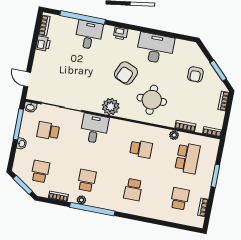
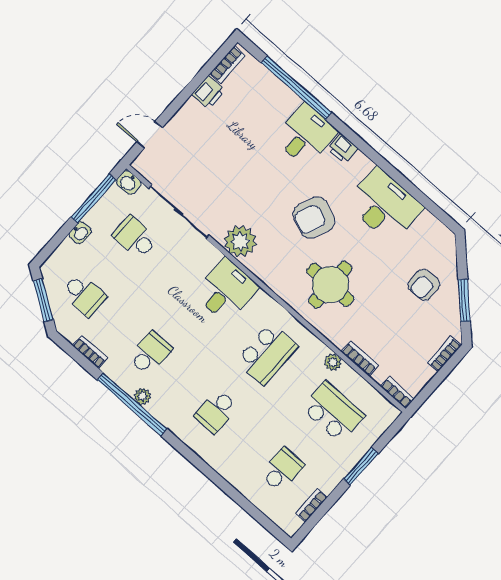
desk: (89, 35) -> (306, 135), moved
door: (27, 79) -> (150, 135), hinge flipped
plant: (111, 107) -> (240, 241), moved
desk: (94, 129) -> (226, 290), moved
school desk: (141, 149) -> (267, 354), width x1.85
school desk: (188, 158) -> (333, 412), turned -90
school desk: (40, 171) -> (84, 295), turned 90
plant: (81, 200) -> (142, 396), moved

